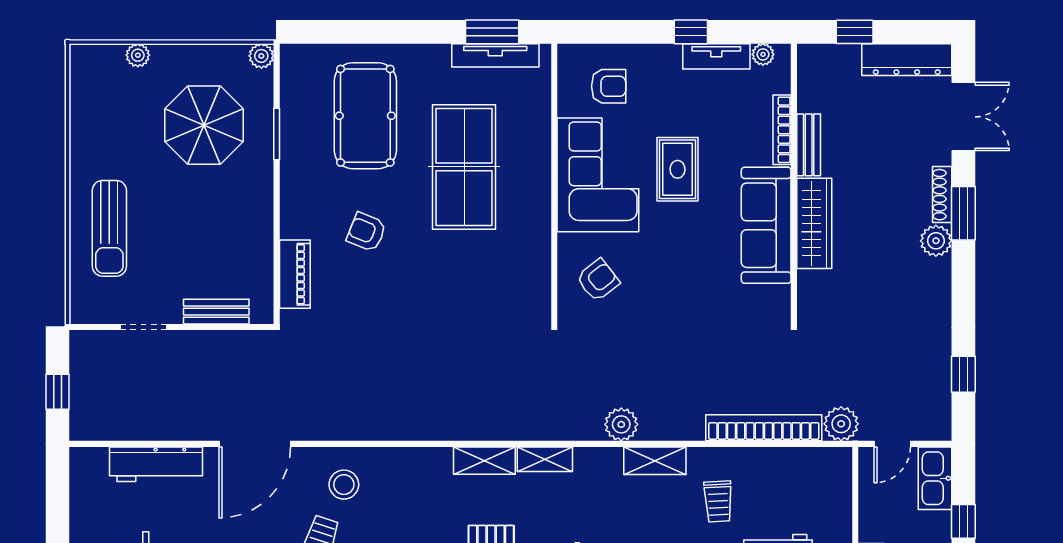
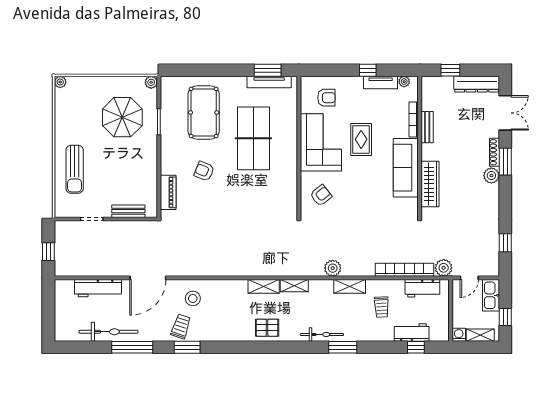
plant: (138, 55) -> (60, 82), moved
wardrobe: (814, 223) -> (430, 184), moved
workbench: (799, 464) -> (422, 288), added

